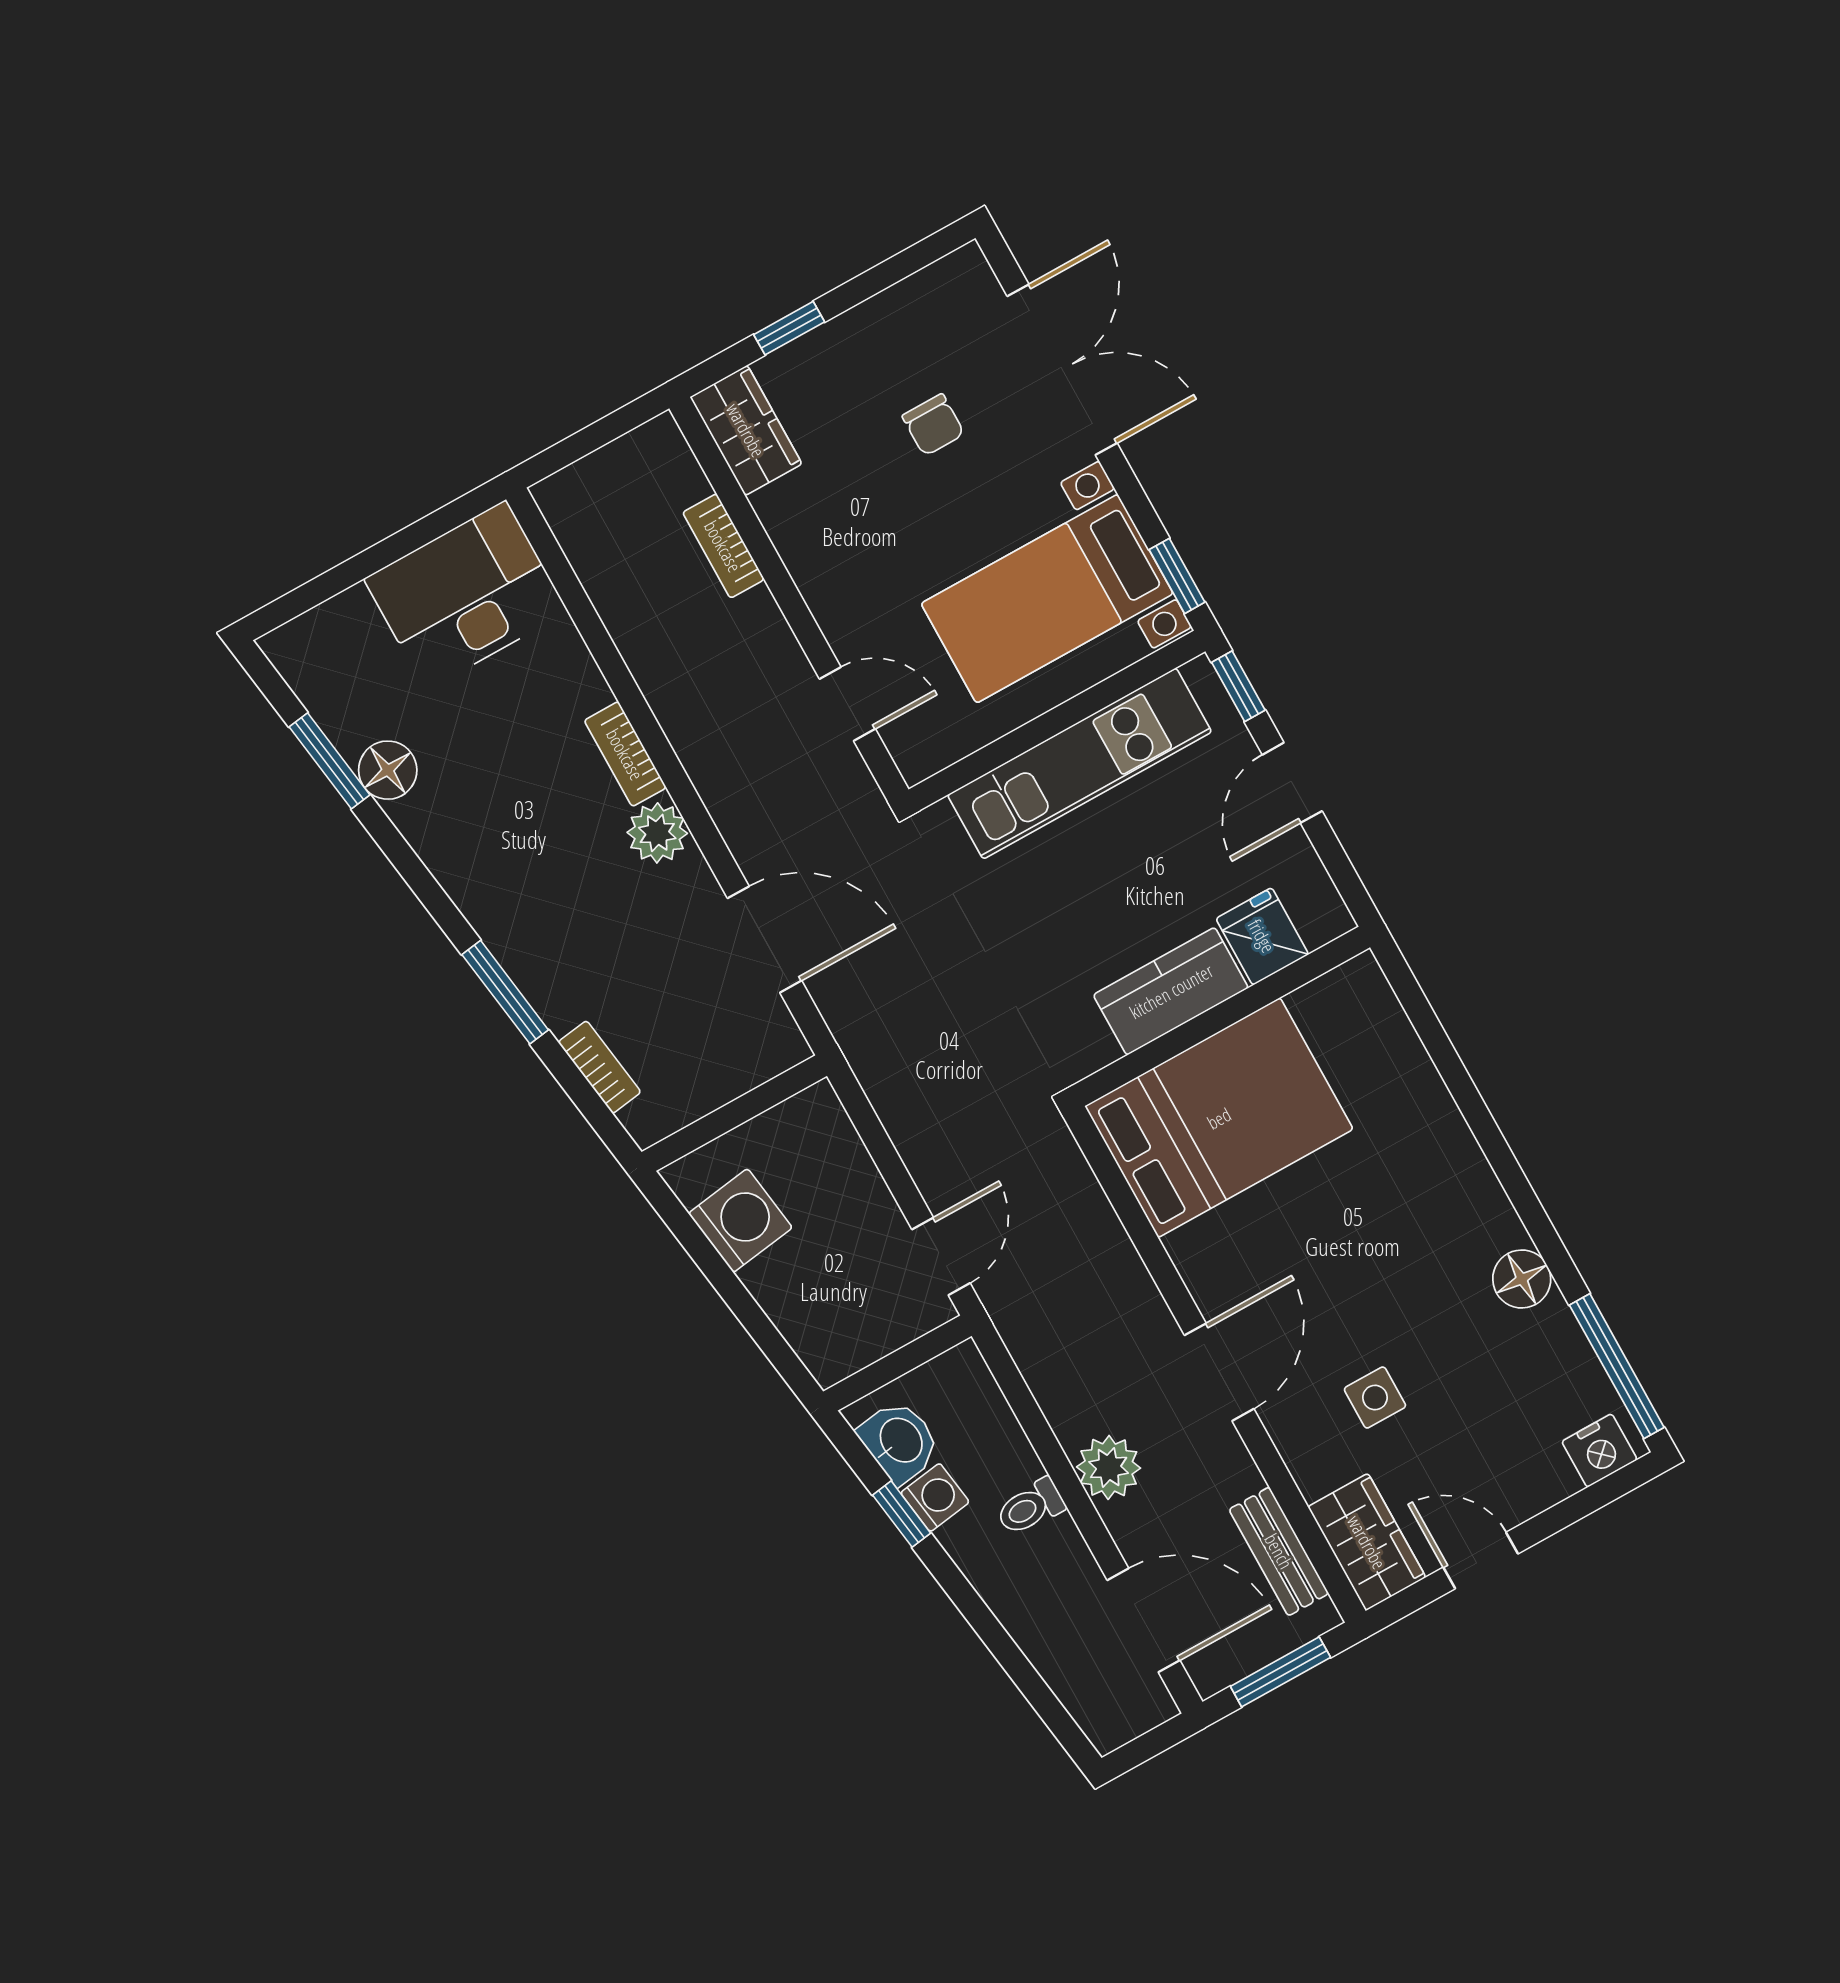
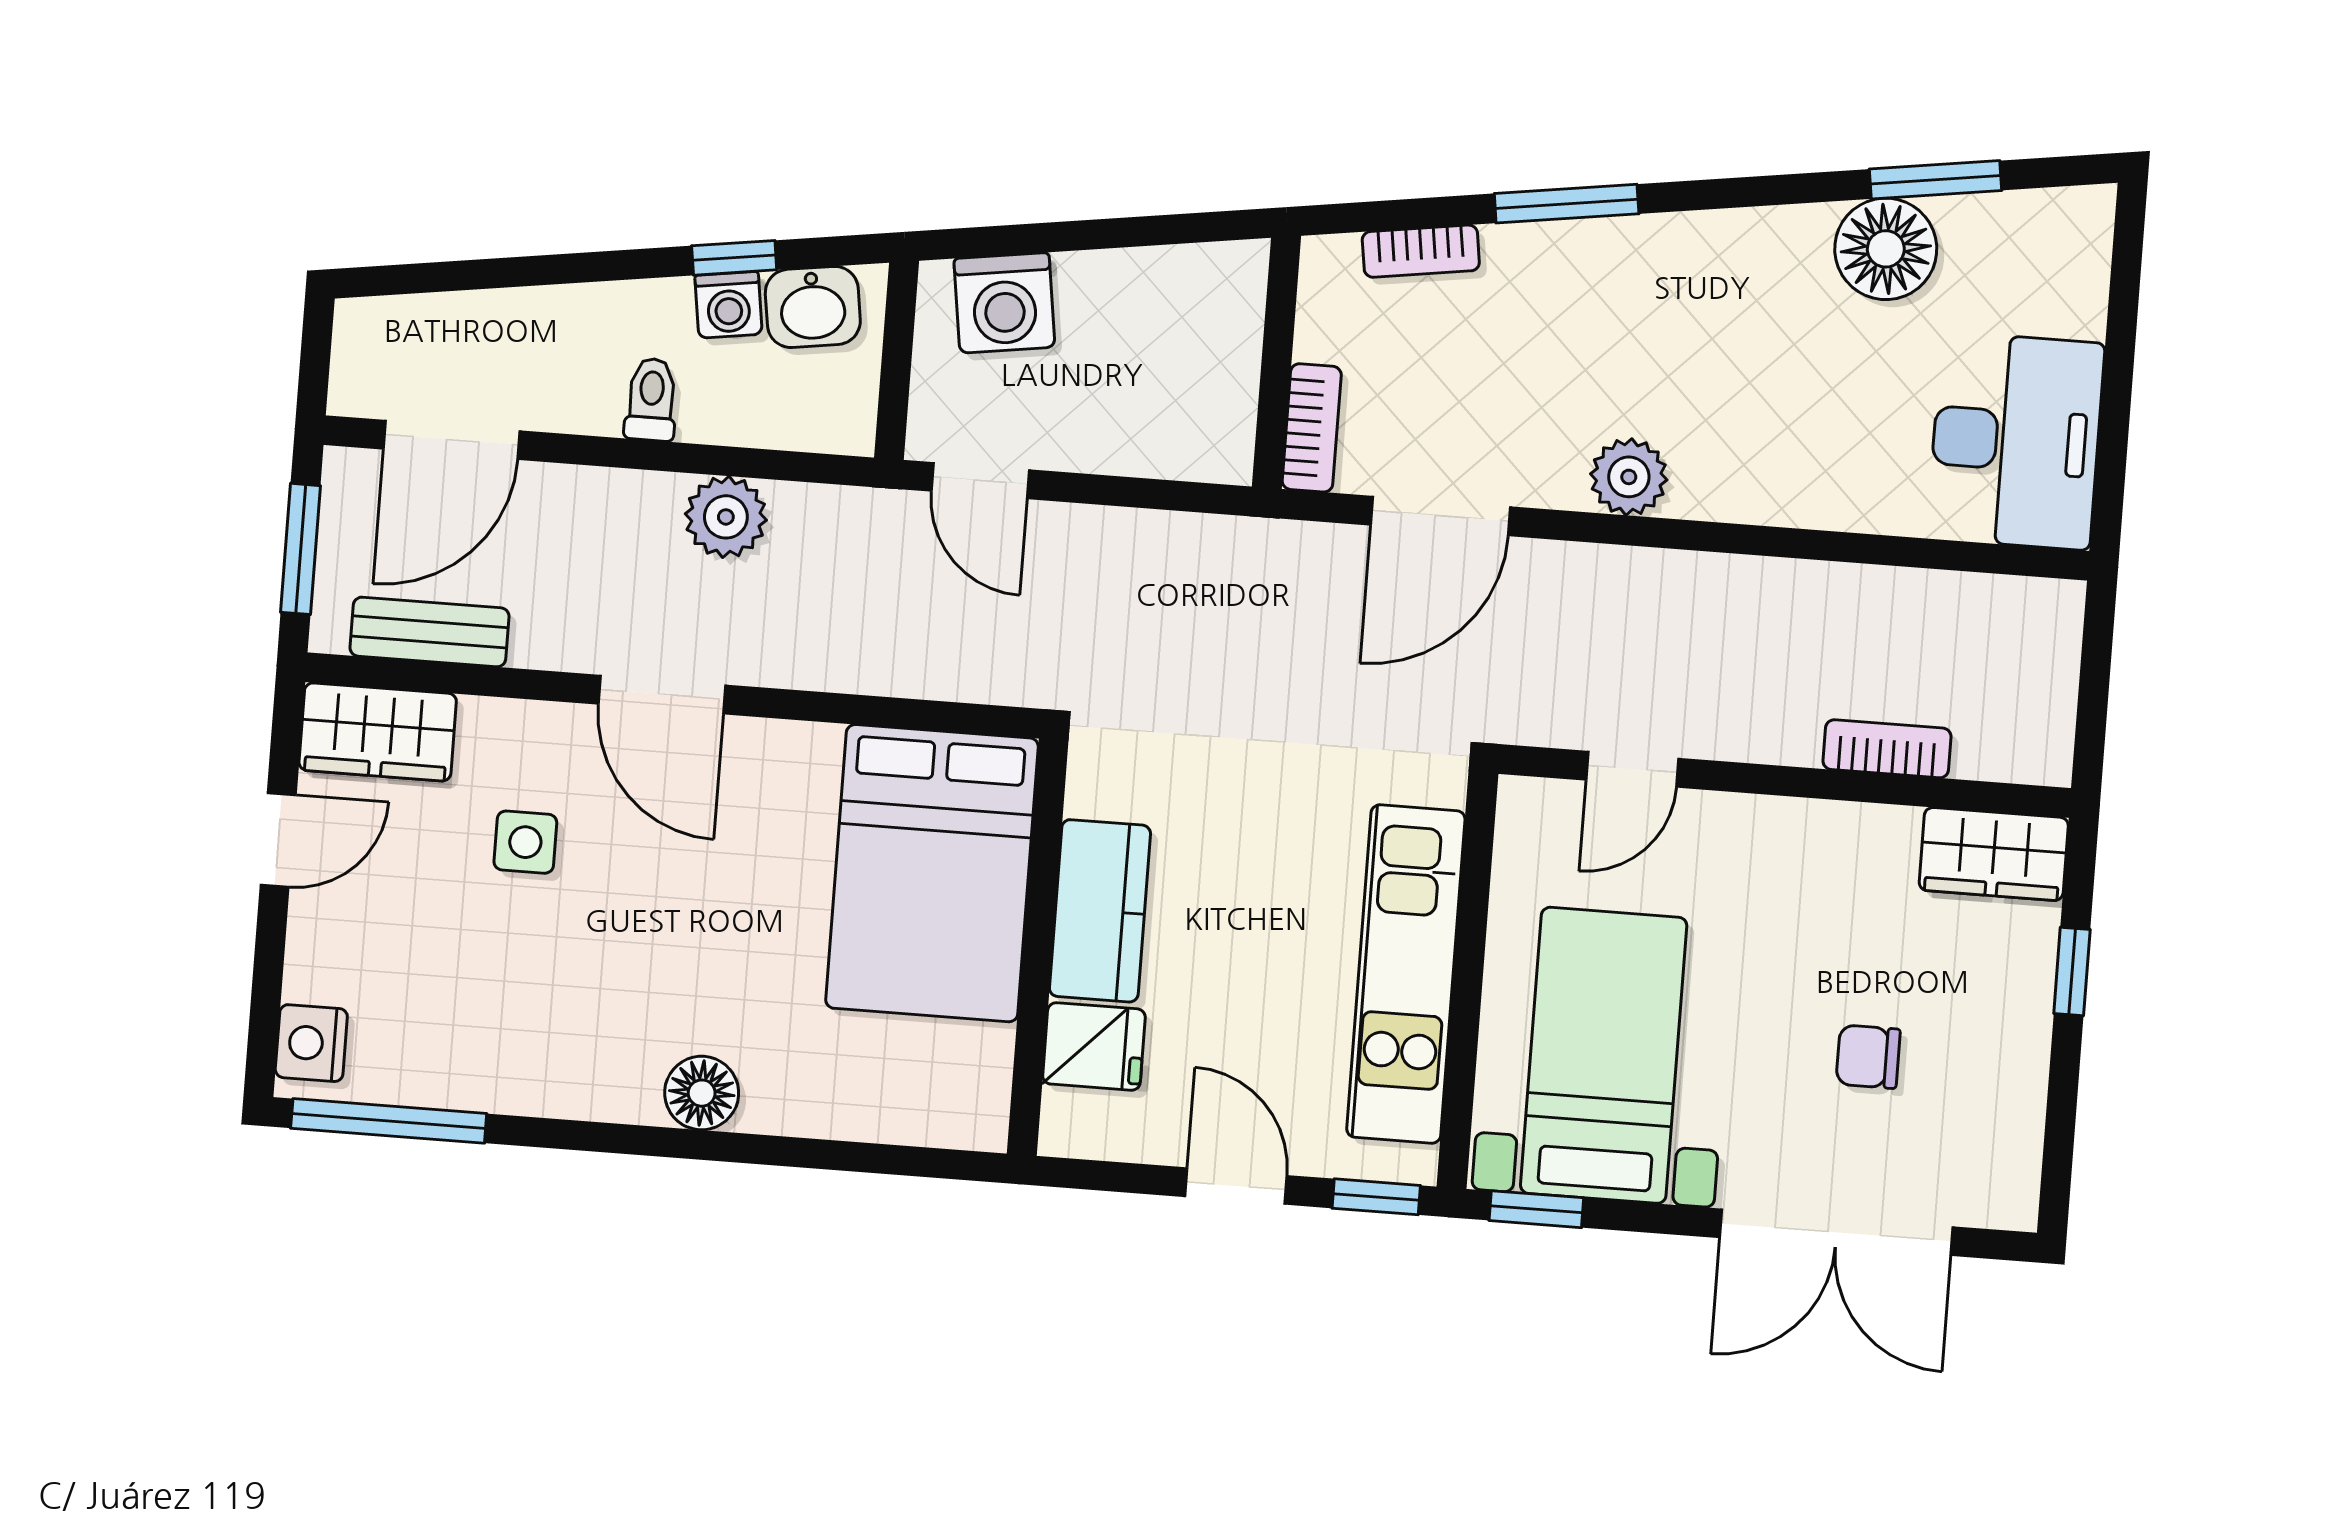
bookcase: (625, 754) -> (1312, 428), moved, turned 90
floor lamp: (388, 770) -> (1886, 249), width x1.38, depth x1.38
washing machine: (740, 1221) -> (1004, 303), moved
floor lamp: (1522, 1279) -> (702, 1093), moved
plant: (1109, 1467) -> (726, 517), moved

